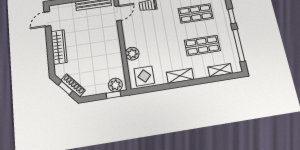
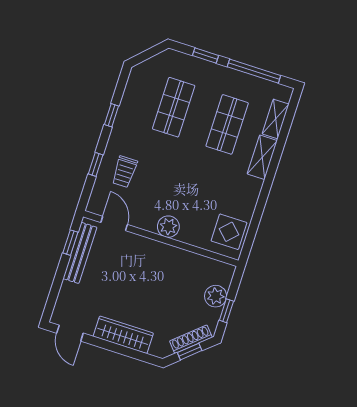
plant: (132, 54) -> (168, 227), moved
shelving: (180, 76) -> (262, 157), moved
plant: (115, 85) -> (216, 296), moved
window: (113, 95) -> (226, 311), moved

